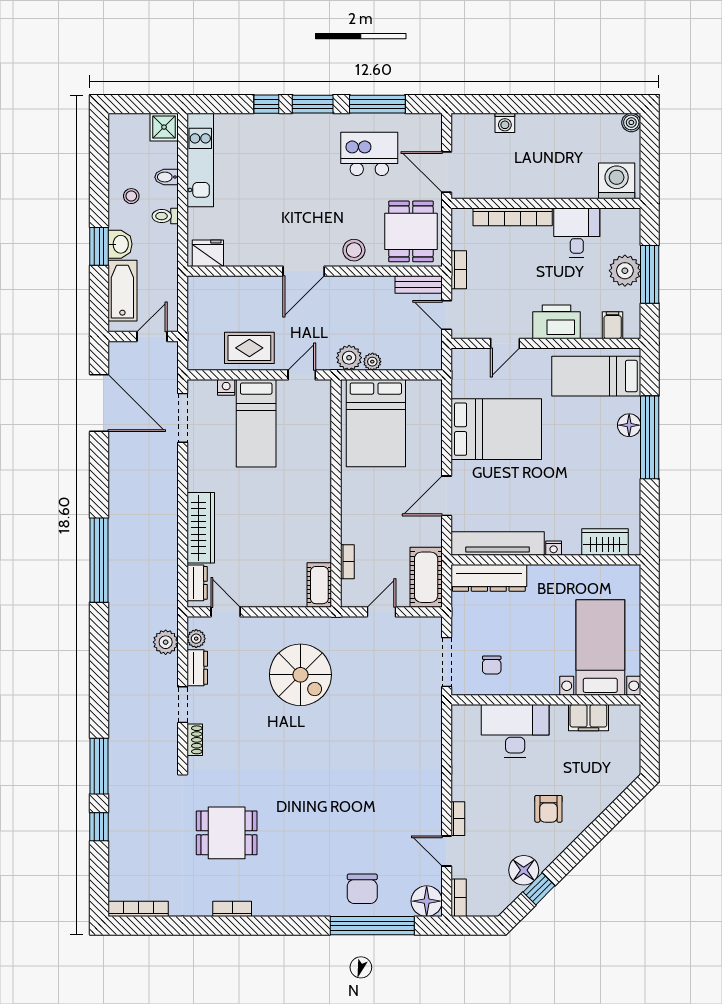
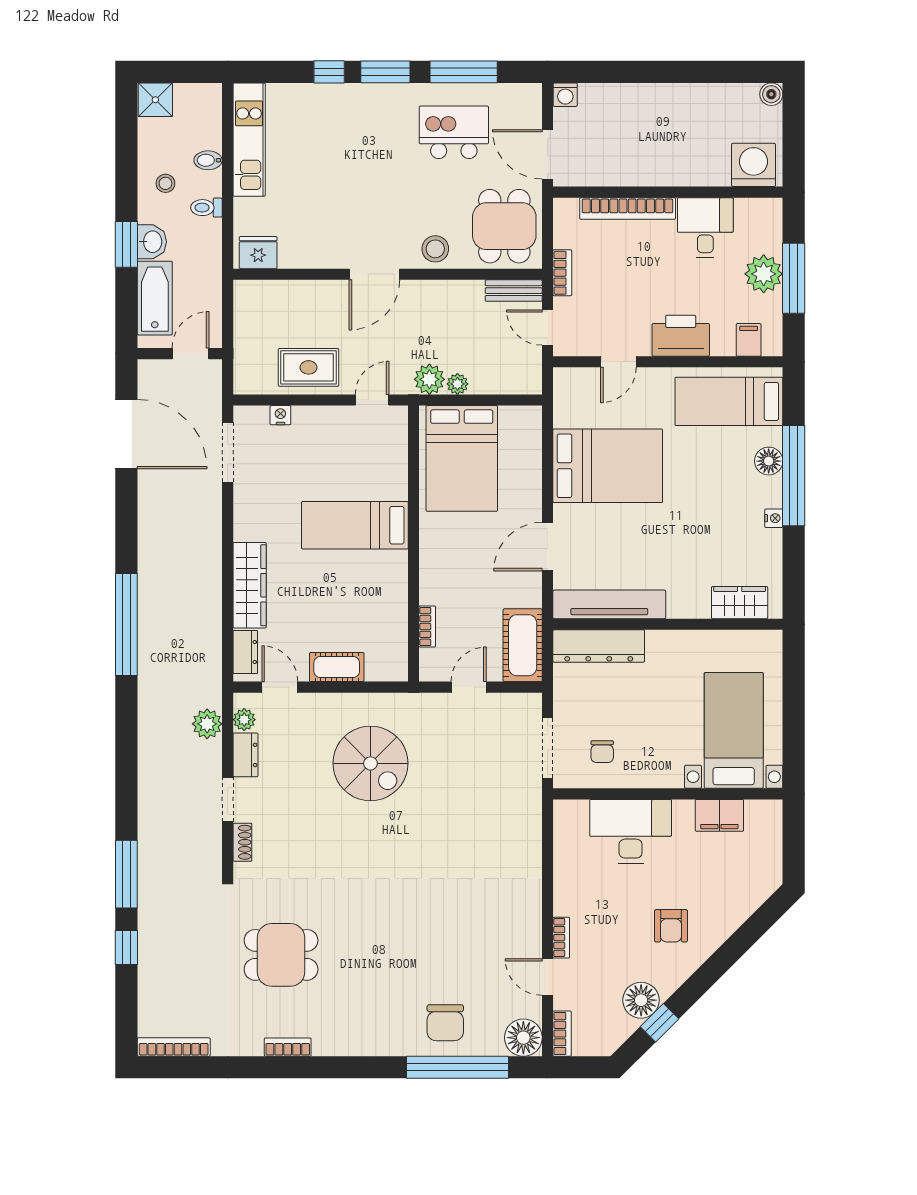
washing machine: (505, 123) -> (565, 95), moved
shower: (164, 127) -> (155, 100), moved
bed: (256, 423) -> (355, 525), moved, turned 90
nightstand: (554, 548) -> (774, 518), moved, turned -90
cot: (319, 585) -> (337, 667), moved, turned 90

